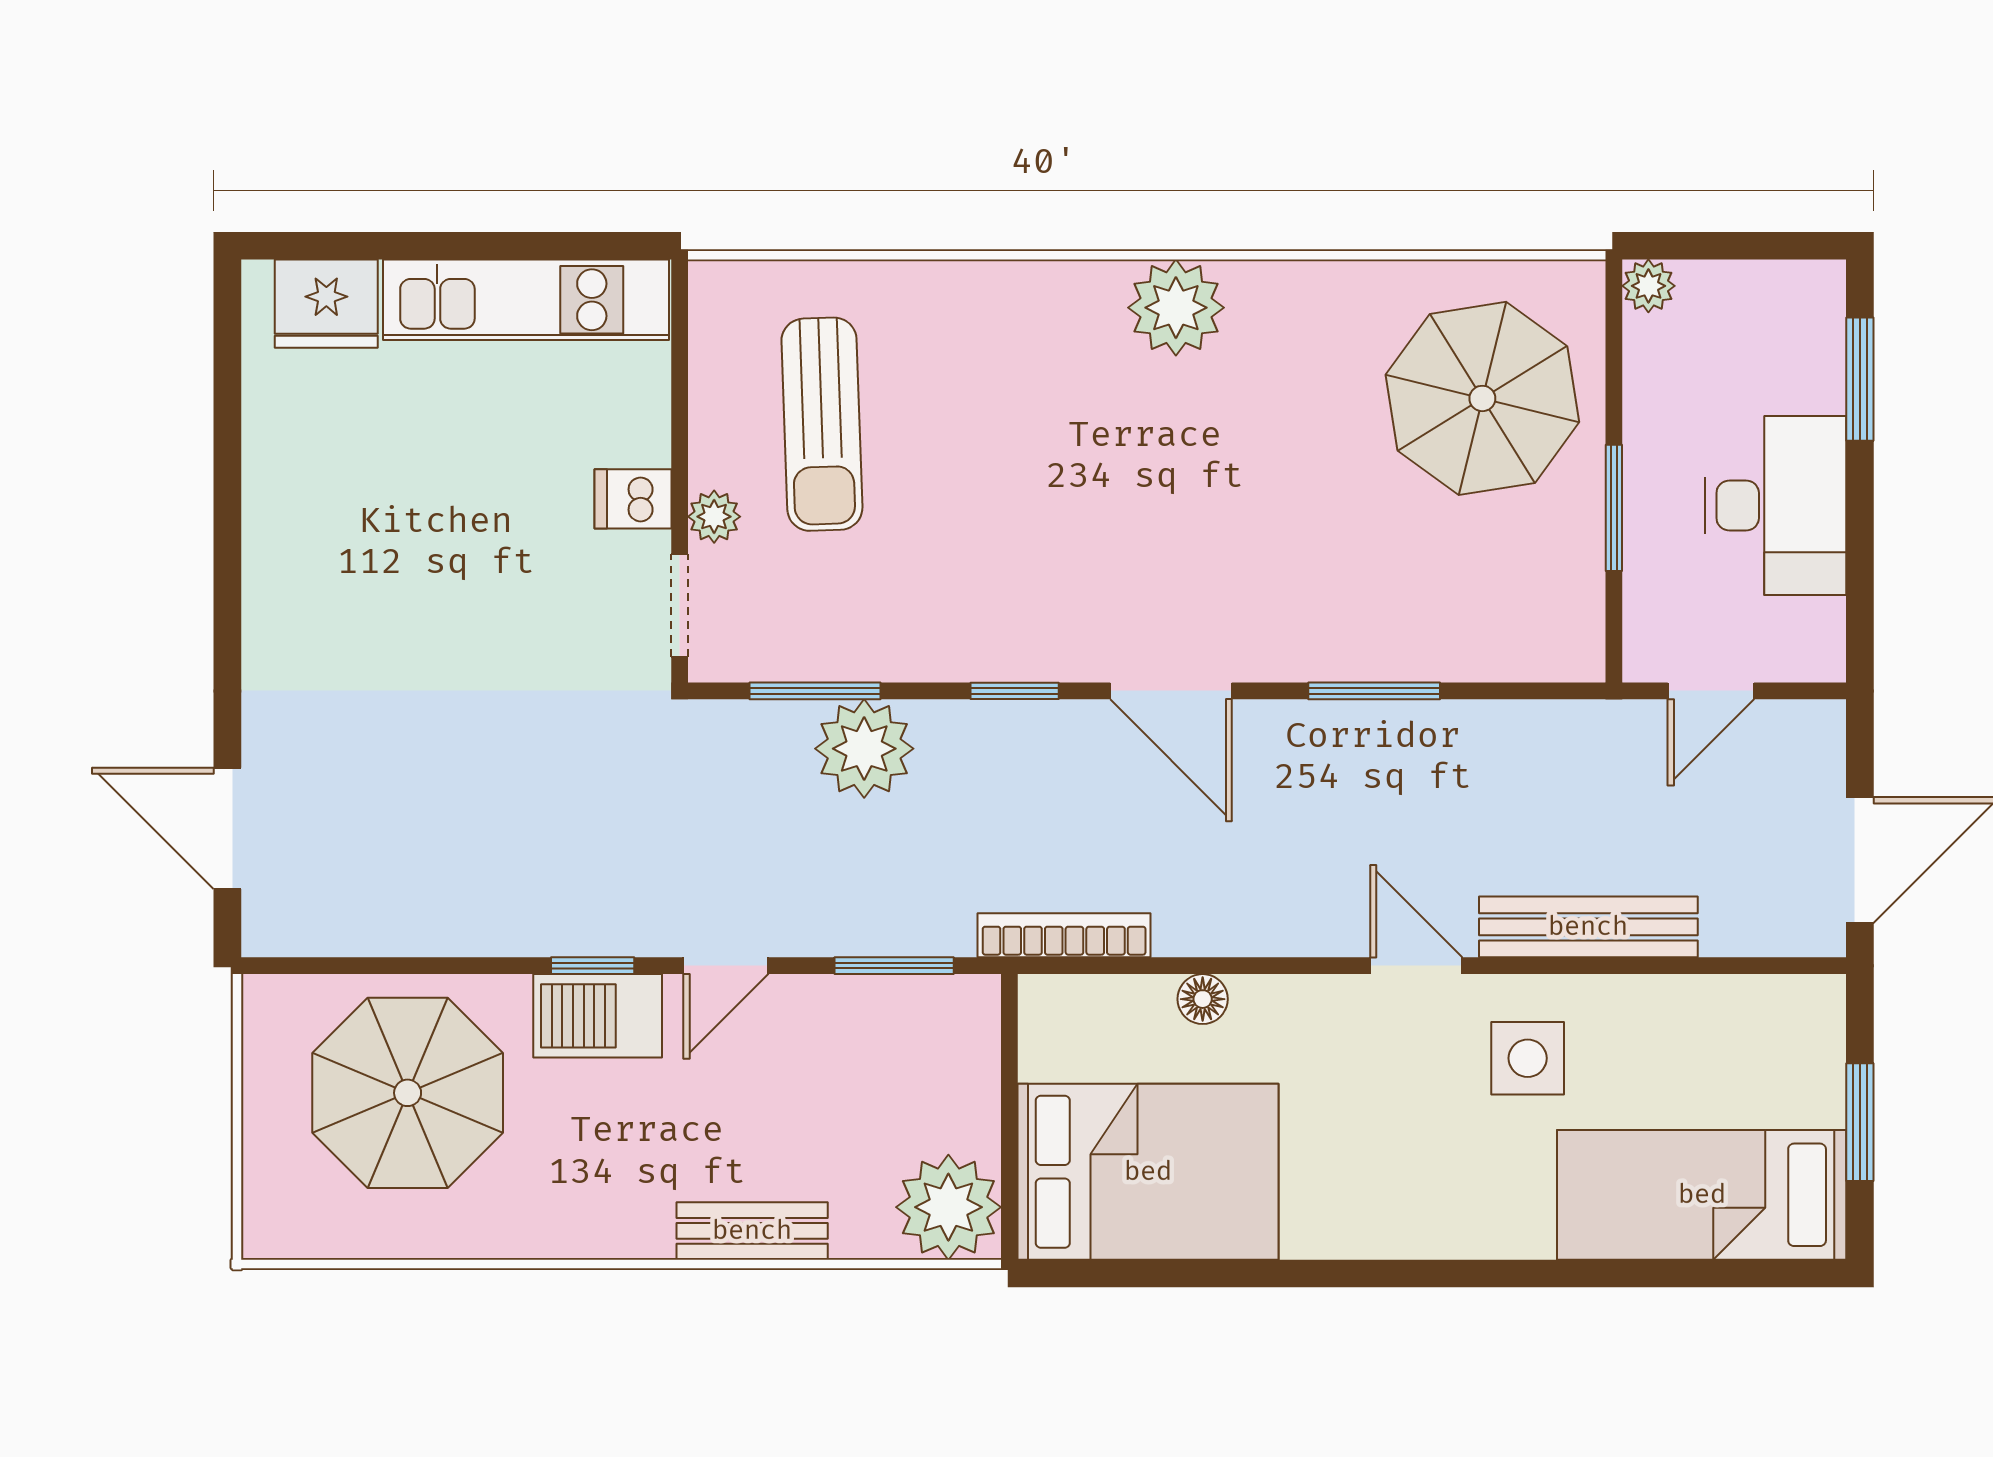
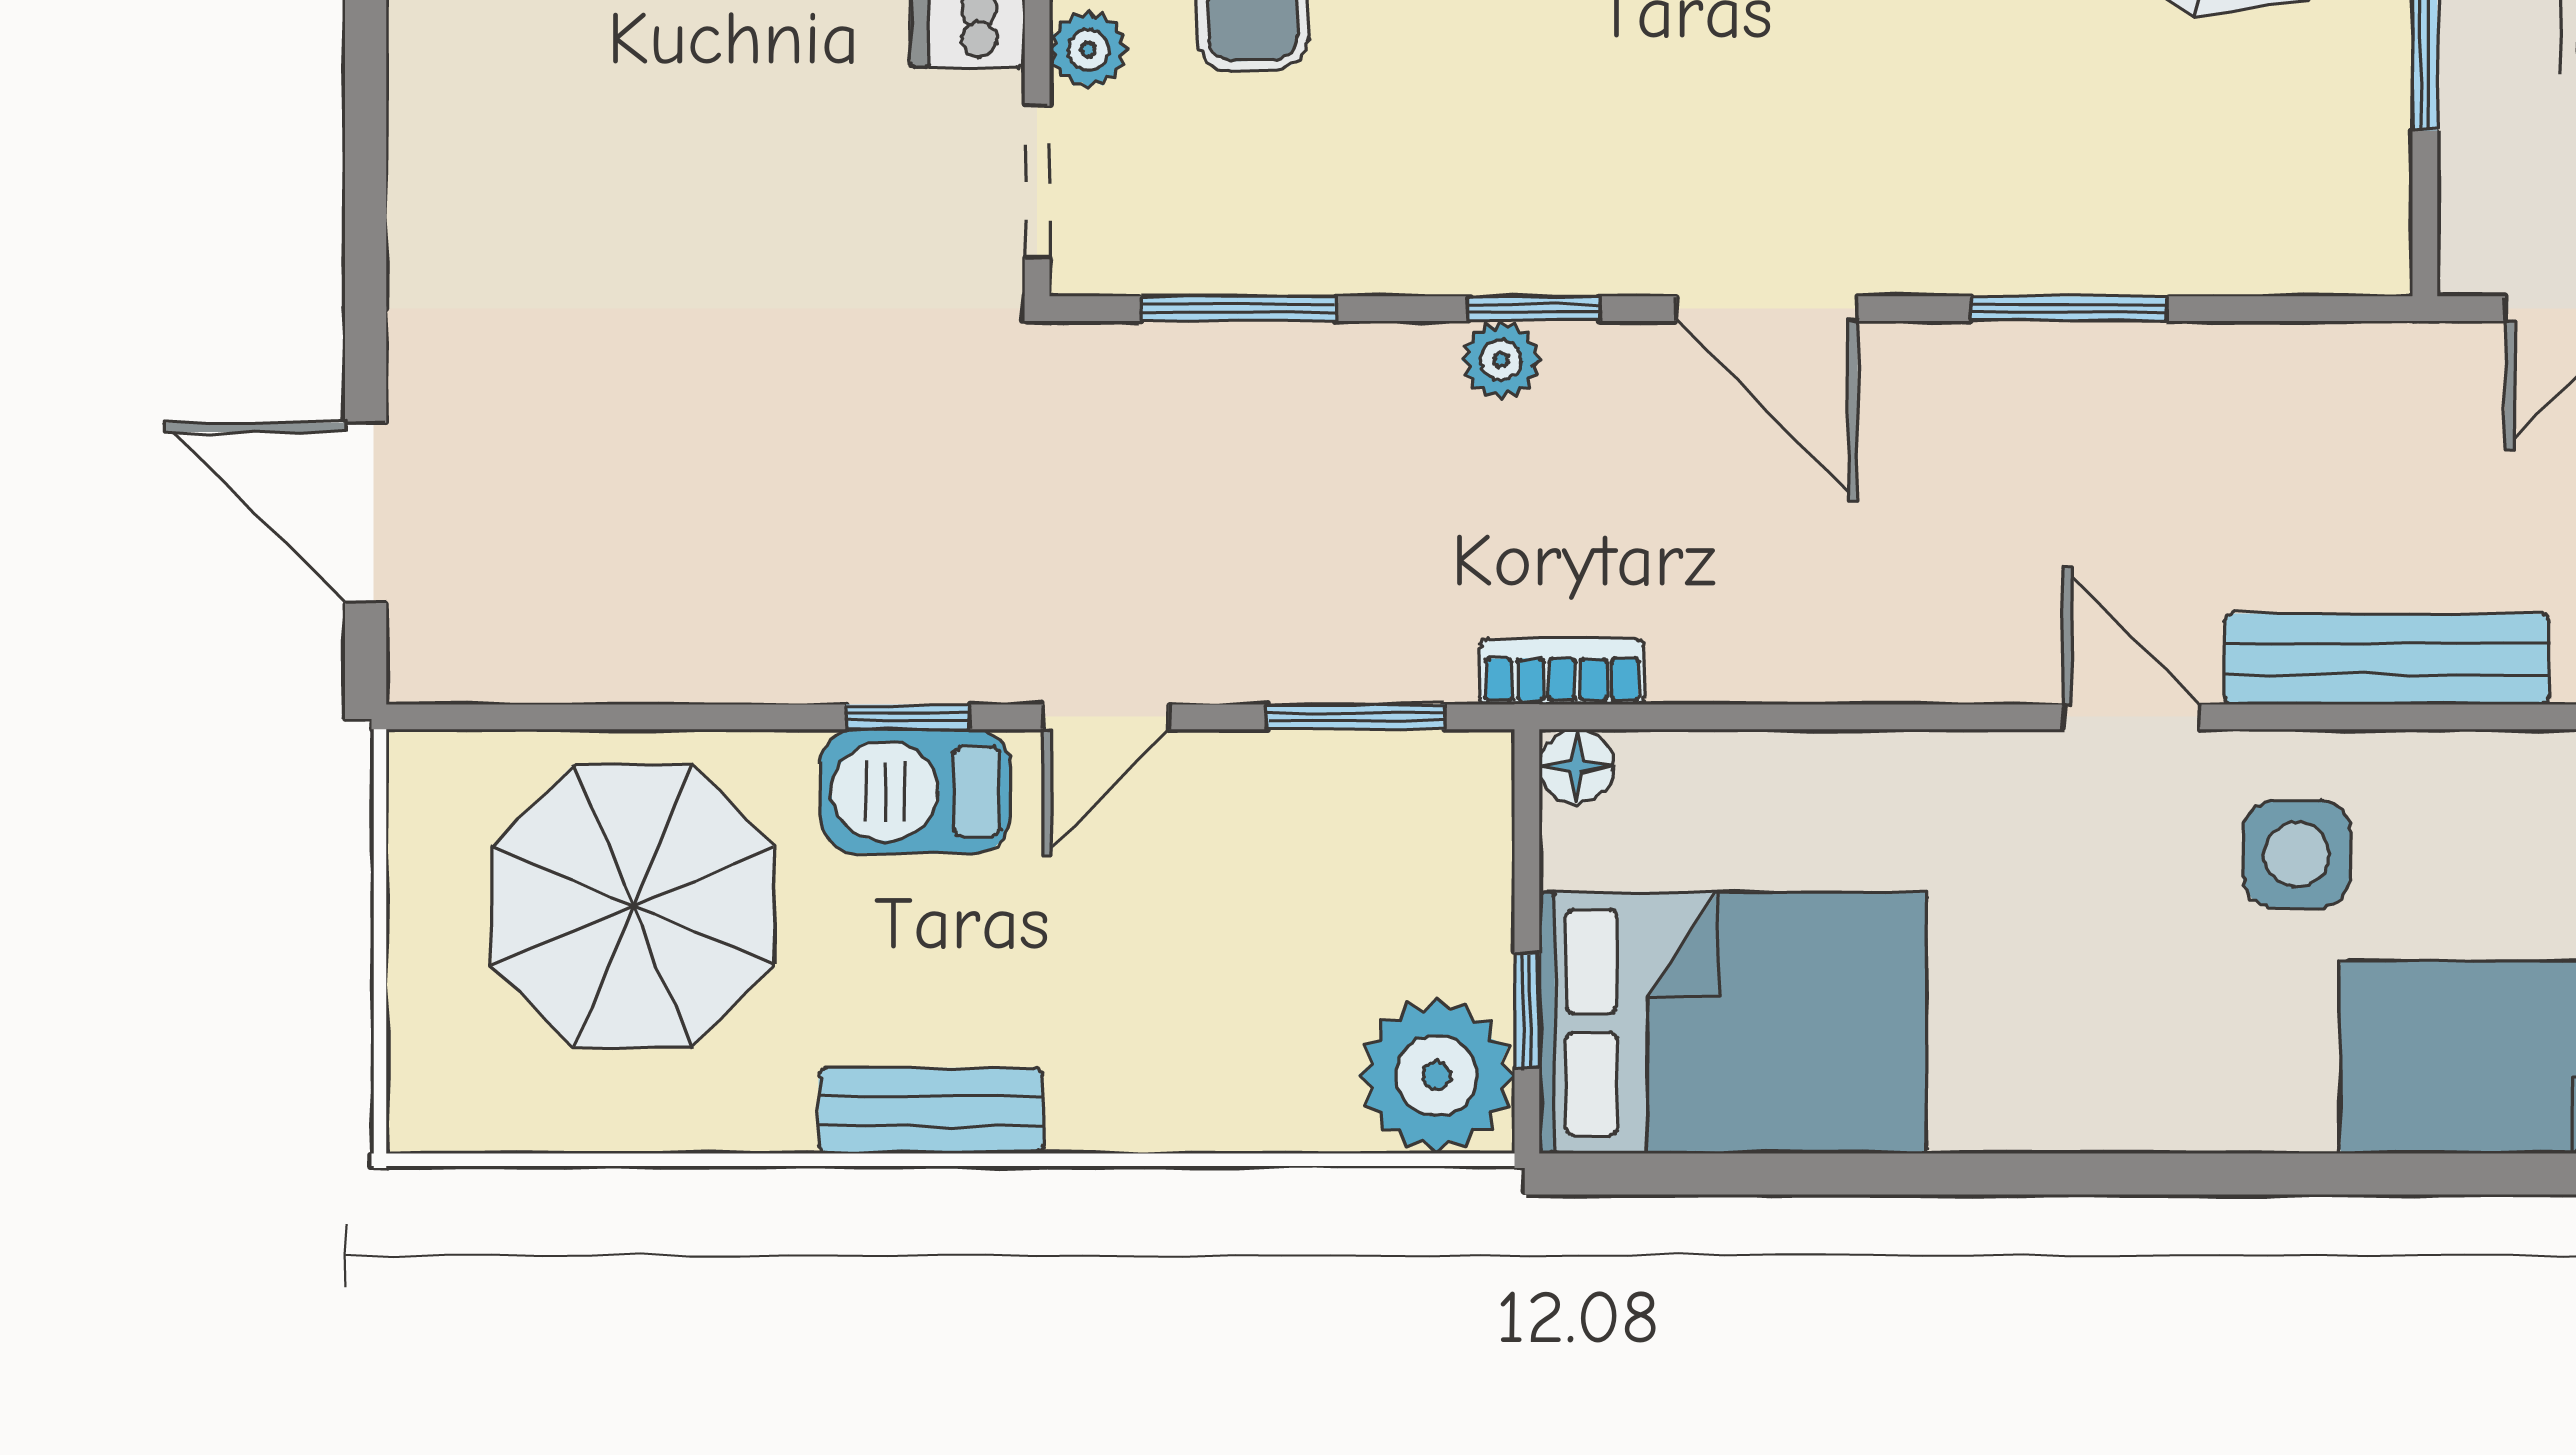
plant: (864, 749) -> (1501, 360), moved, width x0.53, depth x0.53
bookcase: (1064, 935) -> (1562, 672), width x0.64
floor lamp: (1203, 999) -> (1576, 766), moved
window: (1009, 1163) -> (1527, 1010), added
bench: (752, 1231) -> (931, 1111), moved

